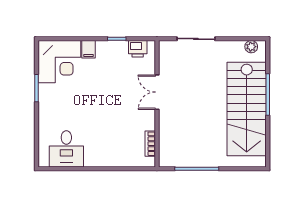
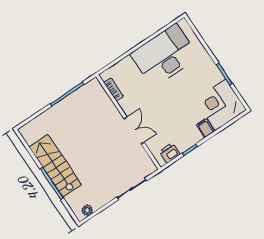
stairs: (247, 109) -> (55, 166), width x0.73, depth x0.66
desk: (66, 149) -> (164, 56), width x1.87, depth x1.30

